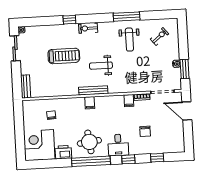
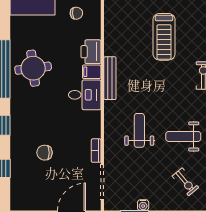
weight bench: (101, 66) -> (139, 130), moved
filing cabinet: (129, 101) -> (92, 131), removed
desk: (118, 145) -> (85, 95), moved, turned 180
printer: (63, 152) -> (91, 52), moved, turned 180

